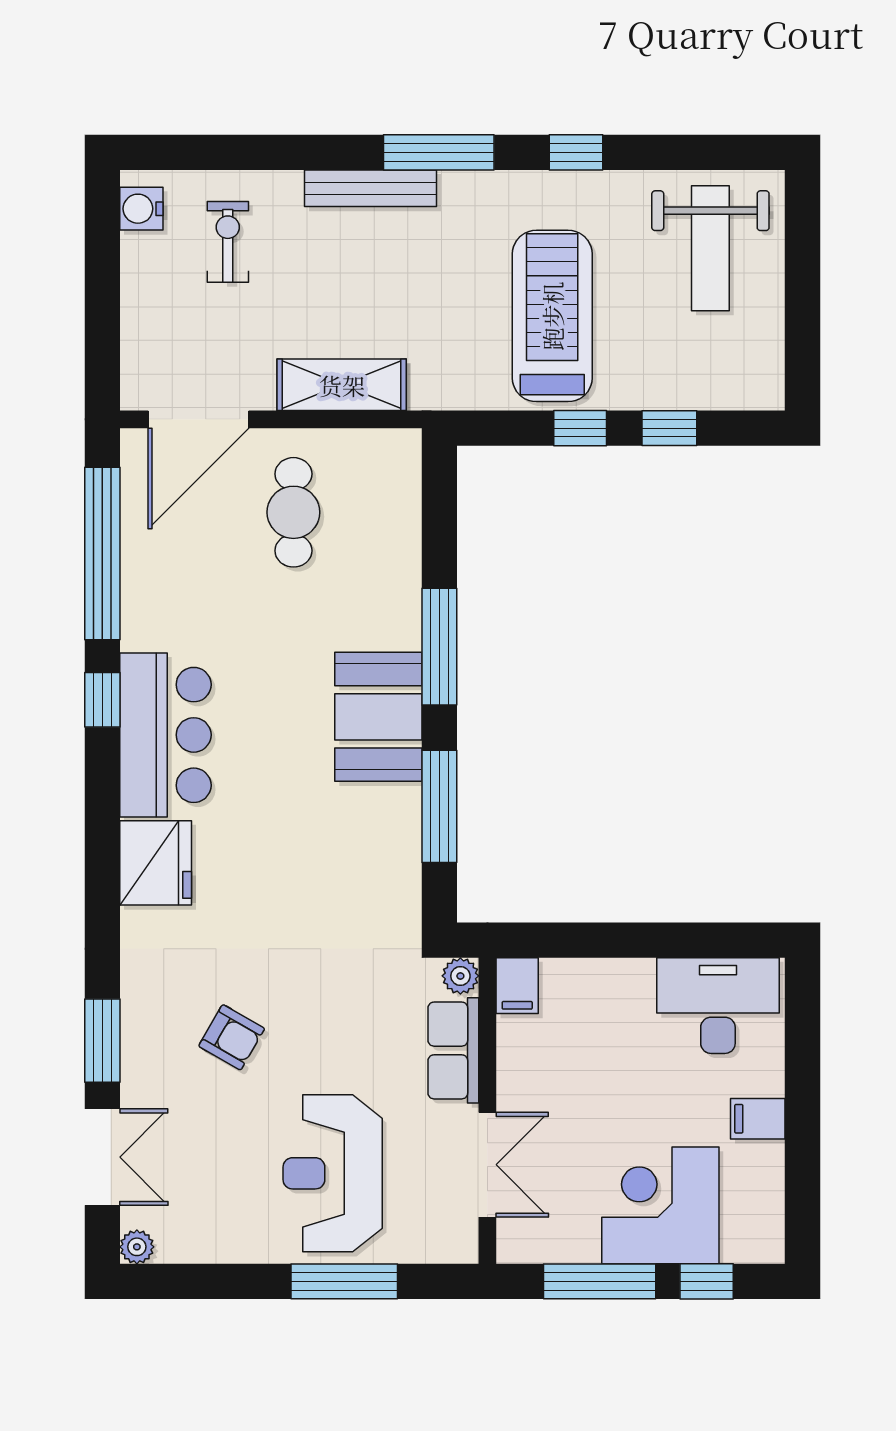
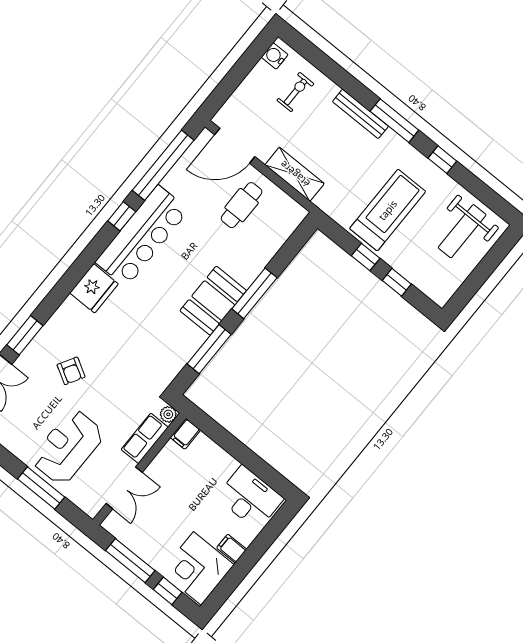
bar counter: (165, 735) -> (142, 236), width x1.36
corner desk: (660, 1205) -> (197, 568), moved, turned -90

